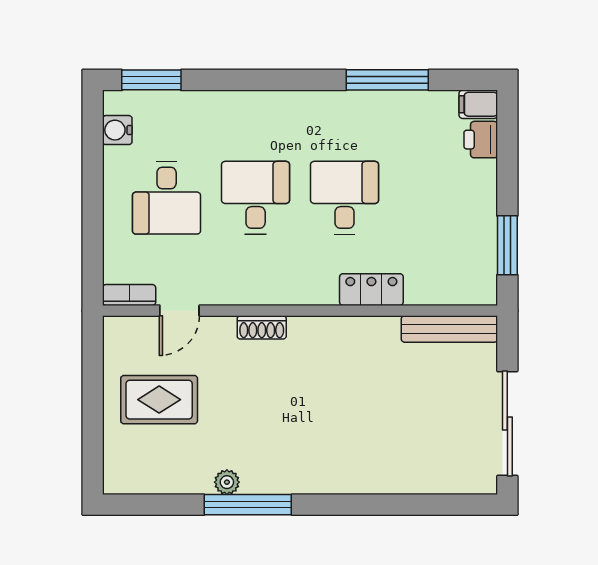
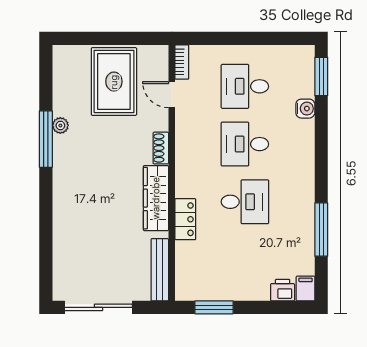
water cooler: (117, 130) -> (305, 109), moved, turned 90
desk: (256, 198) -> (245, 144), turned 180
wardrobe: (339, 335) -> (156, 198), added
rug: (159, 400) -> (114, 82), width x1.36, depth x1.43

